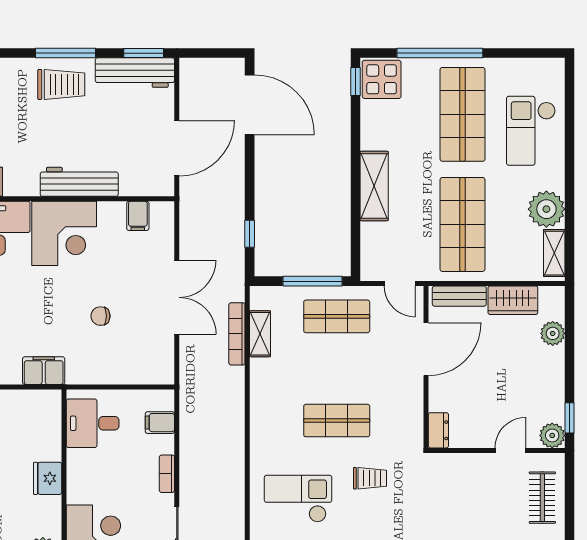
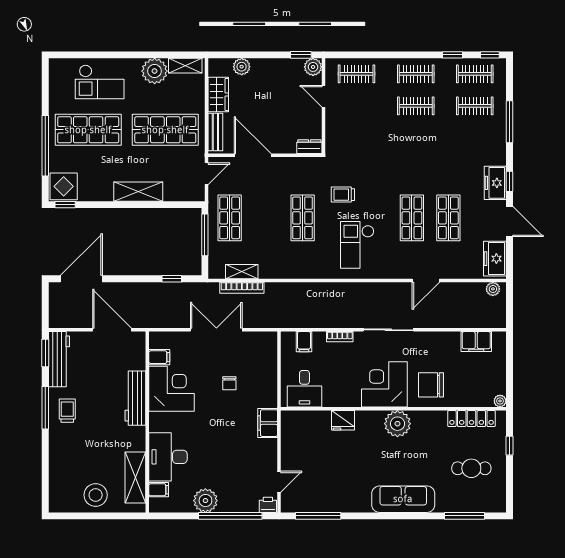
trolley: (61, 84) -> (67, 411), width x0.73, depth x0.72
corner desk: (64, 233) -> (172, 389), moved
trolley: (370, 478) -> (343, 195), turned -90

